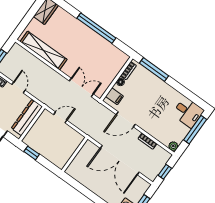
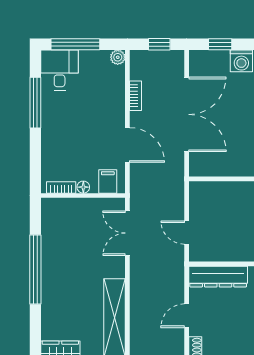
window: (154, 69) -> (35, 103), moved

